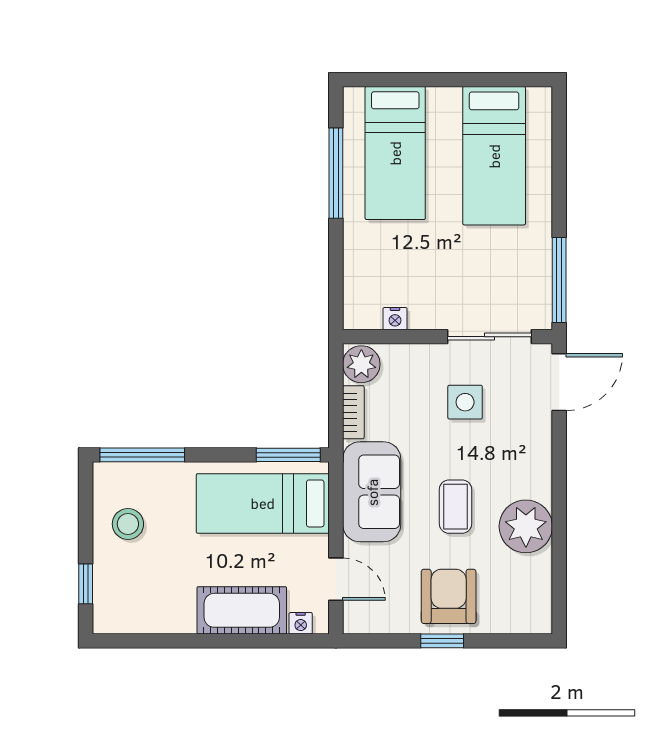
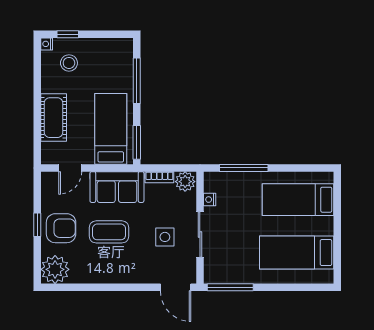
window: (336, 173) -> (244, 168), moved
sliding door: (490, 337) -> (200, 234), moved
window: (142, 455) -> (137, 81), moved
coffee table: (456, 507) -> (109, 232), width x1.36, depth x1.30
stool: (128, 524) -> (69, 63), moved
plant: (526, 526) -> (55, 269), moved
nightstand: (301, 623) -> (47, 44), moved

